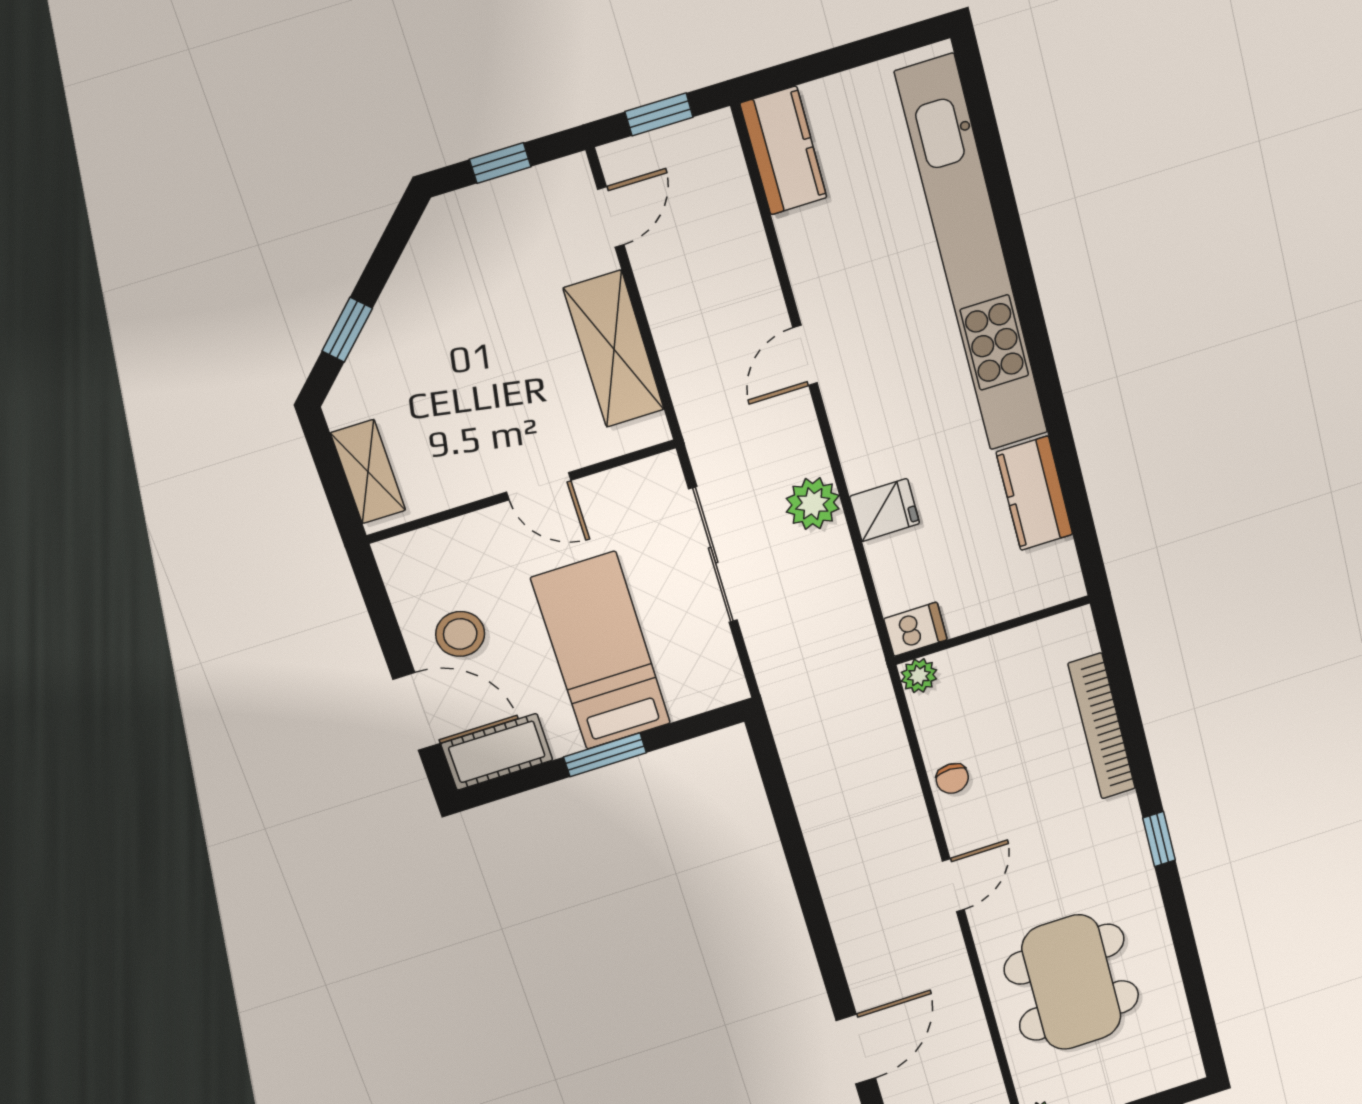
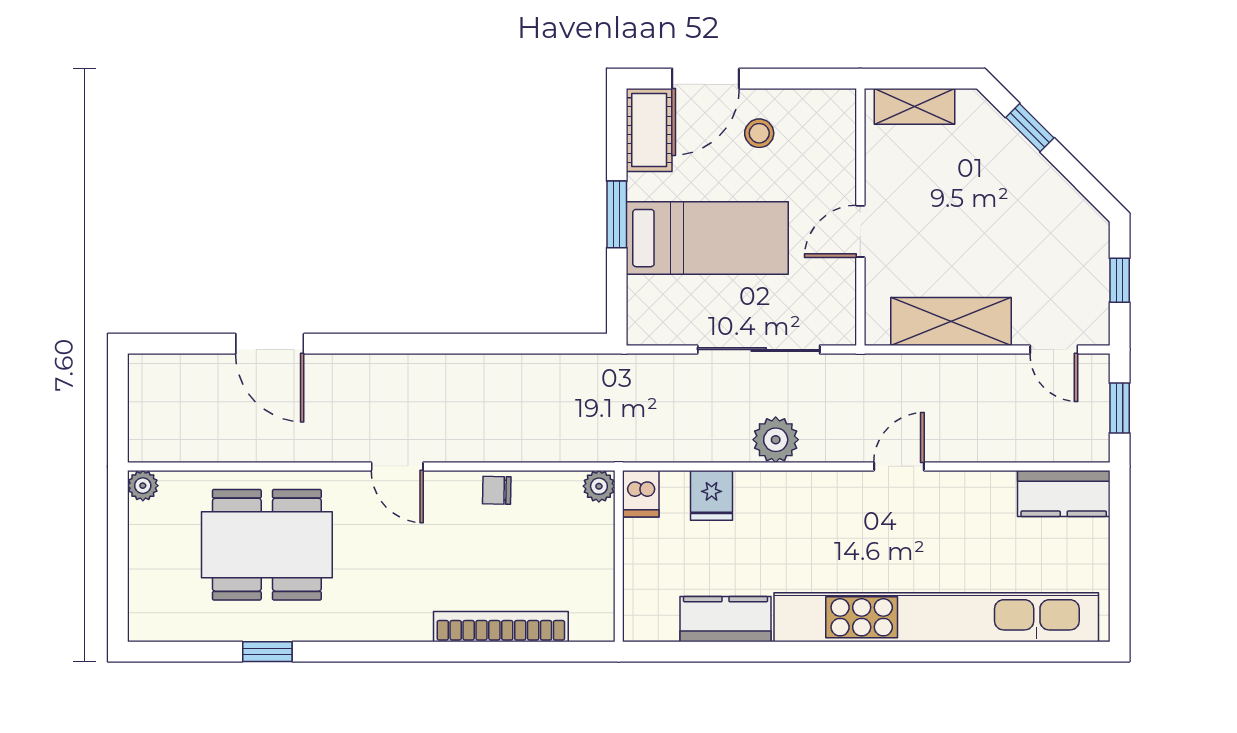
door: (805, 355) -> (899, 466), hinge flipped
fridge: (885, 510) -> (712, 495), moved
stool: (460, 634) -> (759, 133), width x0.73, depth x0.73
window: (1159, 839) -> (267, 652), moved

